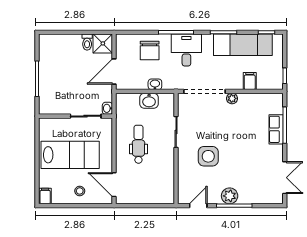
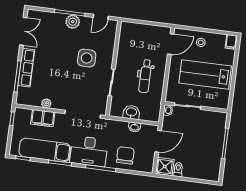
desk: (186, 50) -> (89, 151), width x1.37
filing cabinet: (250, 81) -> (43, 118), width x2.00
washbasin: (155, 84) -> (134, 127), moved
plant: (232, 98) -> (46, 103), moved
row of seats: (276, 129) -> (26, 68), width x1.48
double door: (285, 178) -> (23, 31), swing flipped
door: (114, 185) -> (171, 44), hinge flipped

